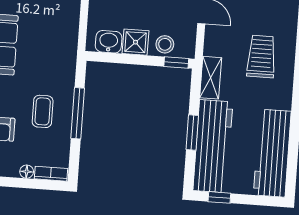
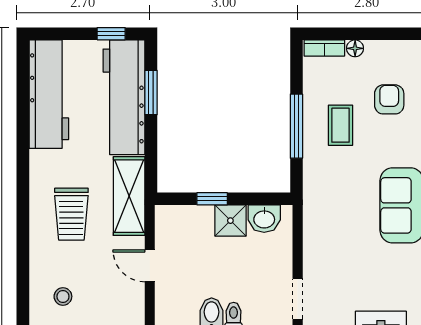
stool: (165, 44) -> (194, 221), removed
window: (176, 62) -> (212, 199), moved
shelving: (211, 78) -> (129, 196), width x1.50, depth x1.33
window: (192, 133) -> (151, 93), moved

